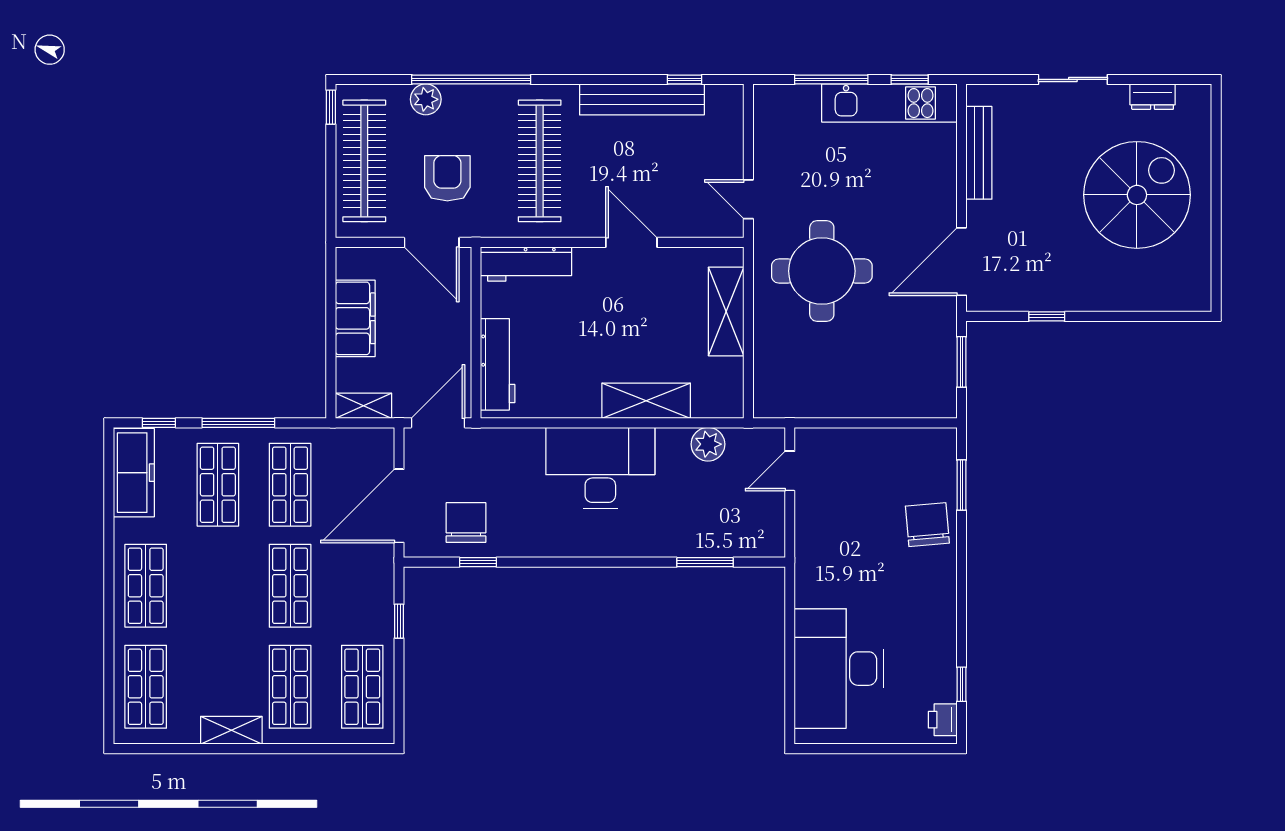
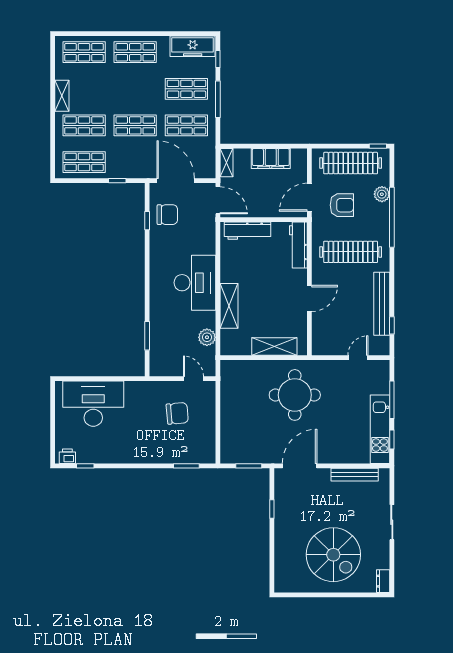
dresser: (1153, 97) -> (383, 581), moved
door: (748, 199) -> (358, 358), moved
door: (962, 262) -> (300, 466), hinge flipped
chair: (927, 525) -> (177, 413), moved

